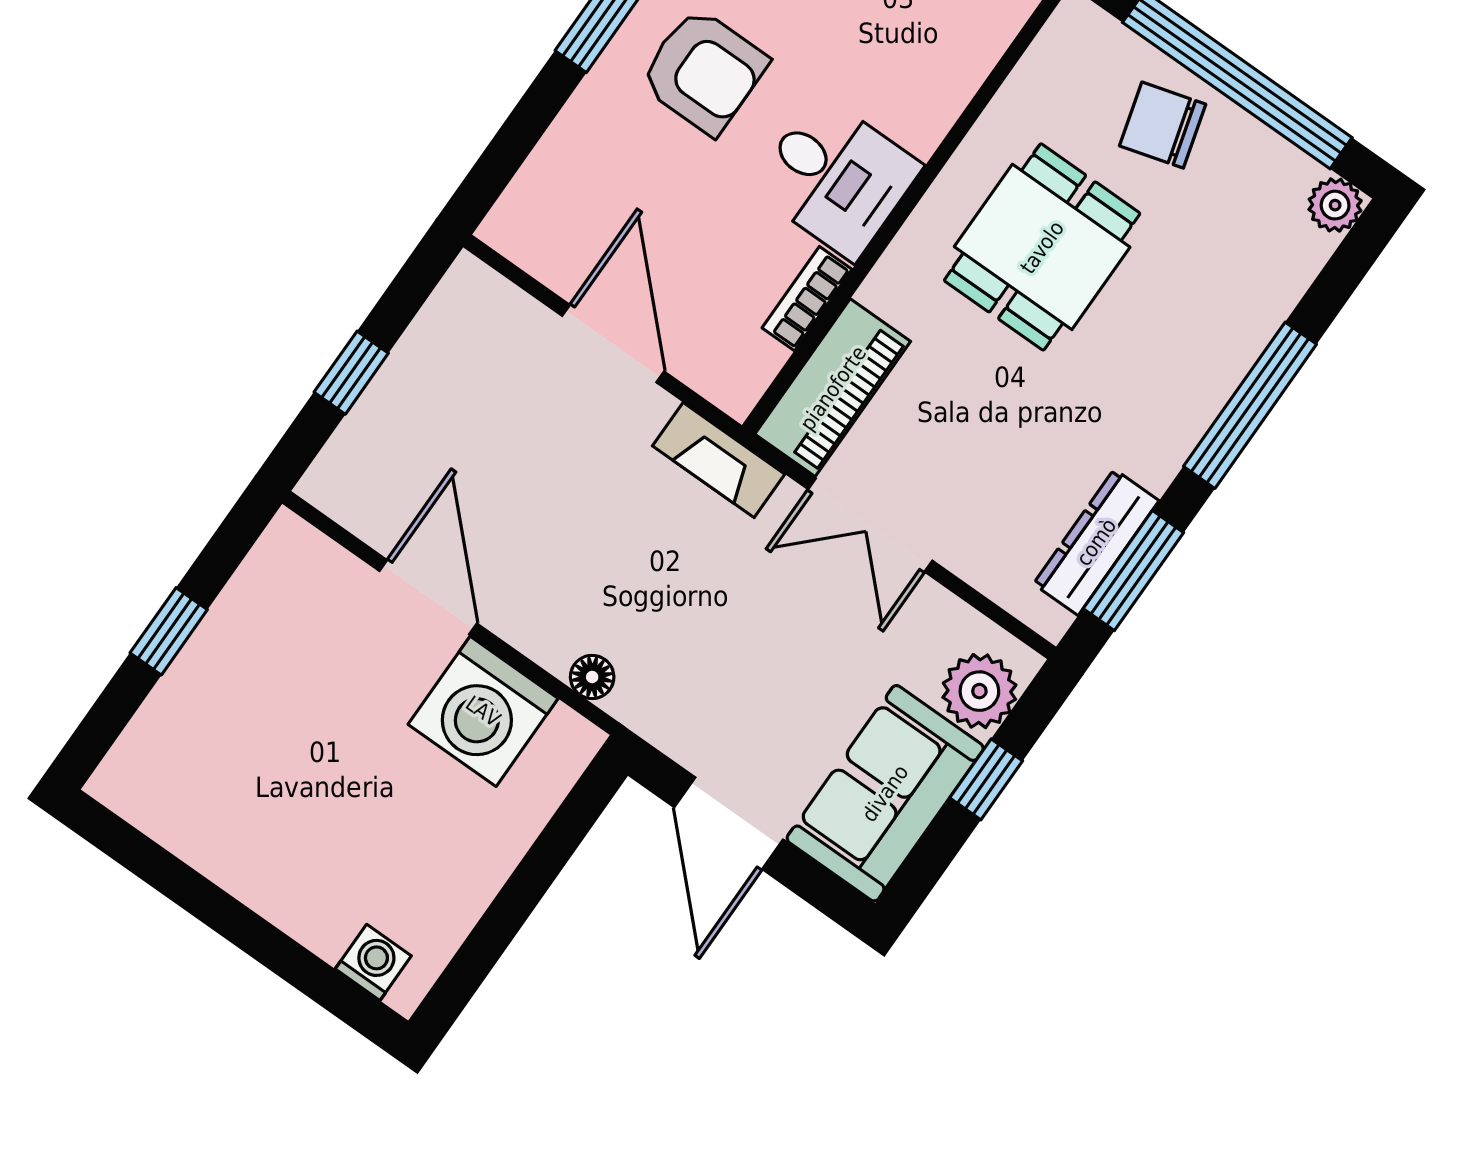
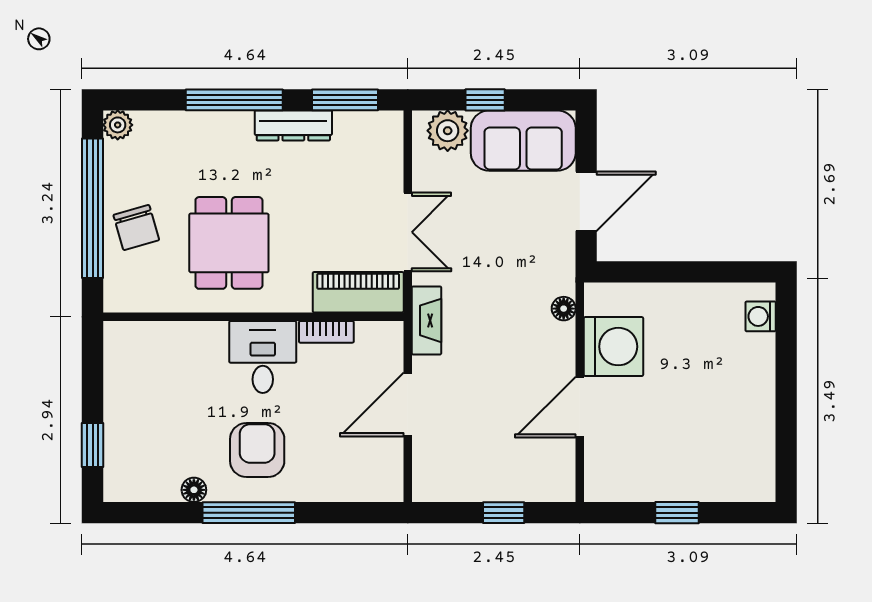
dining table: (1042, 247) -> (229, 243), turned 90
dresser: (1096, 542) -> (293, 125), moved

